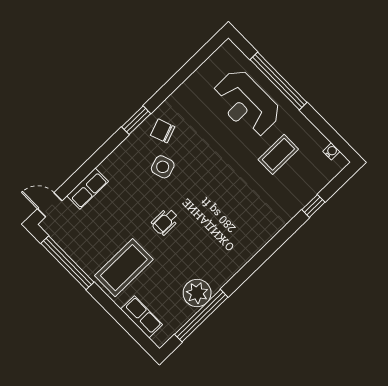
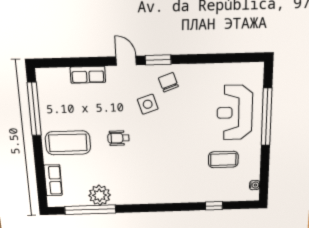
door: (50, 205) -> (126, 61), moved

